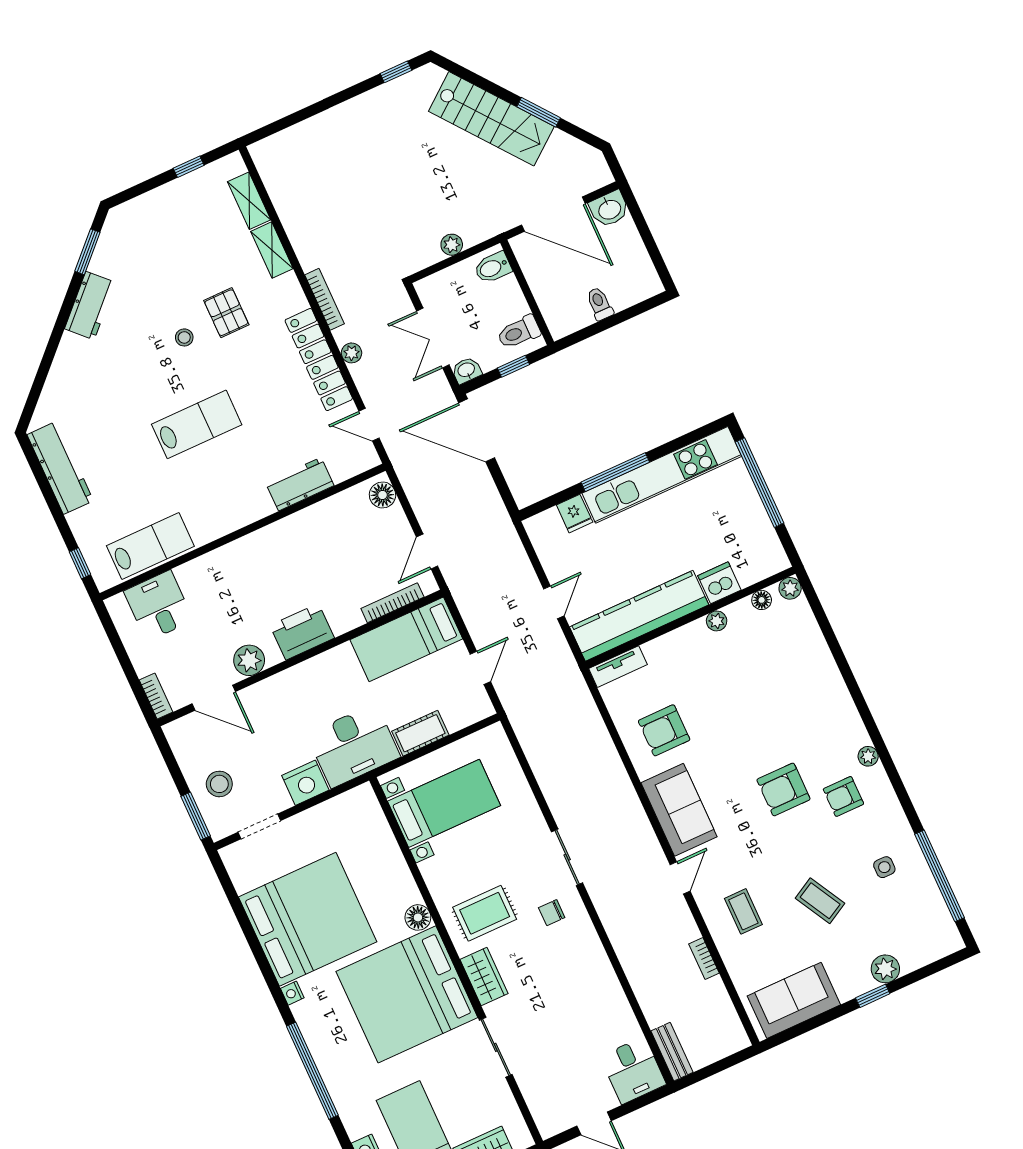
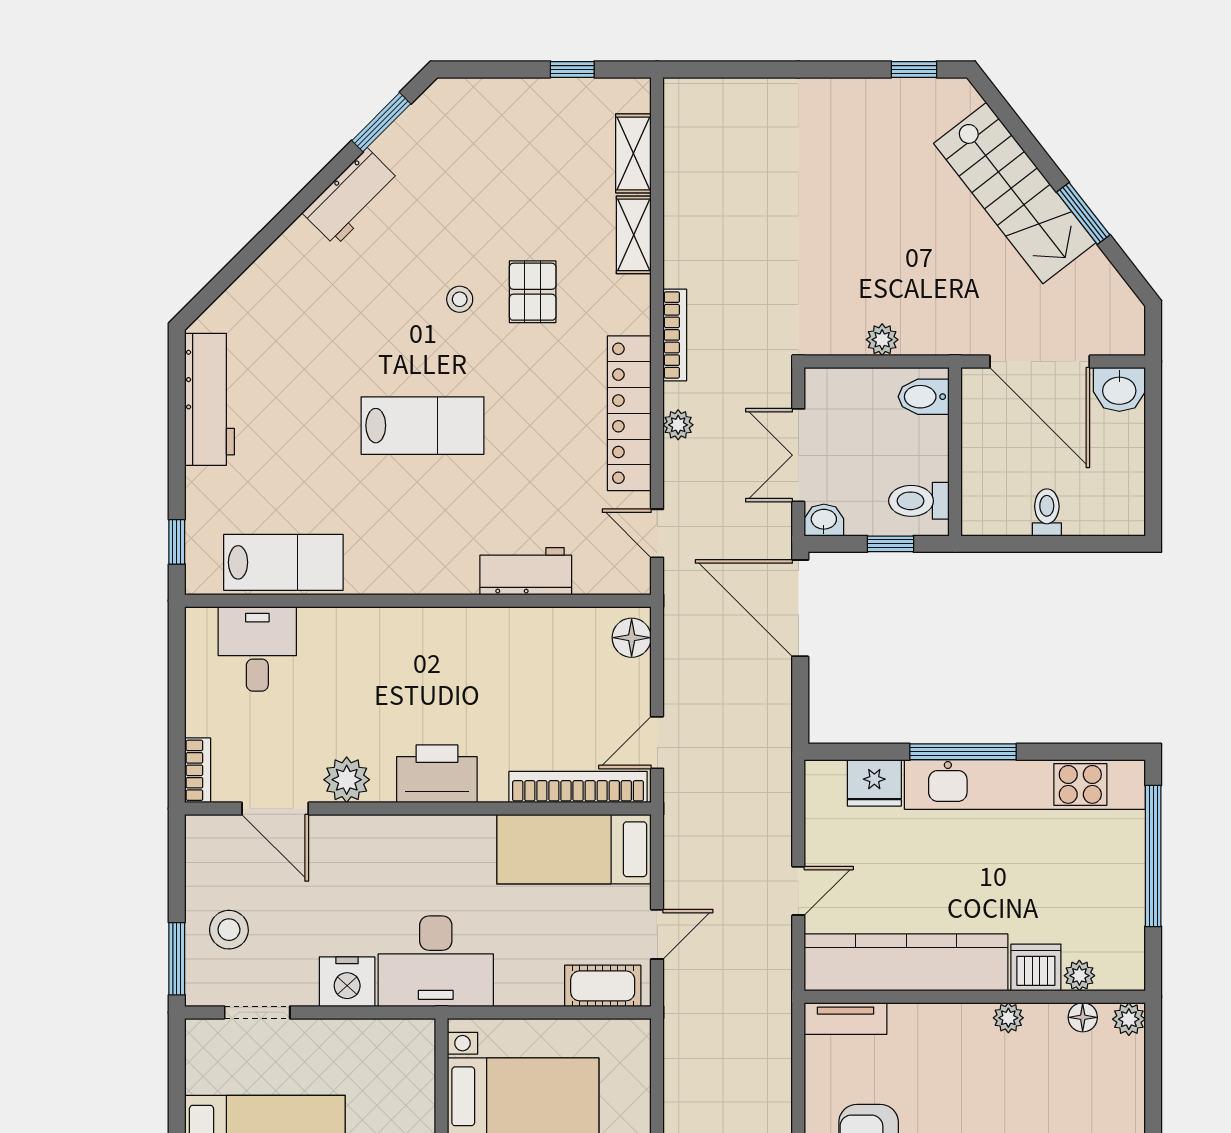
fridge: (575, 514) -> (874, 783), width x1.38
plant: (748, 576) -> (1079, 976), added
bookcase: (392, 603) -> (578, 787), width x1.48, depth x1.31
cot: (420, 733) -> (603, 986), moved

